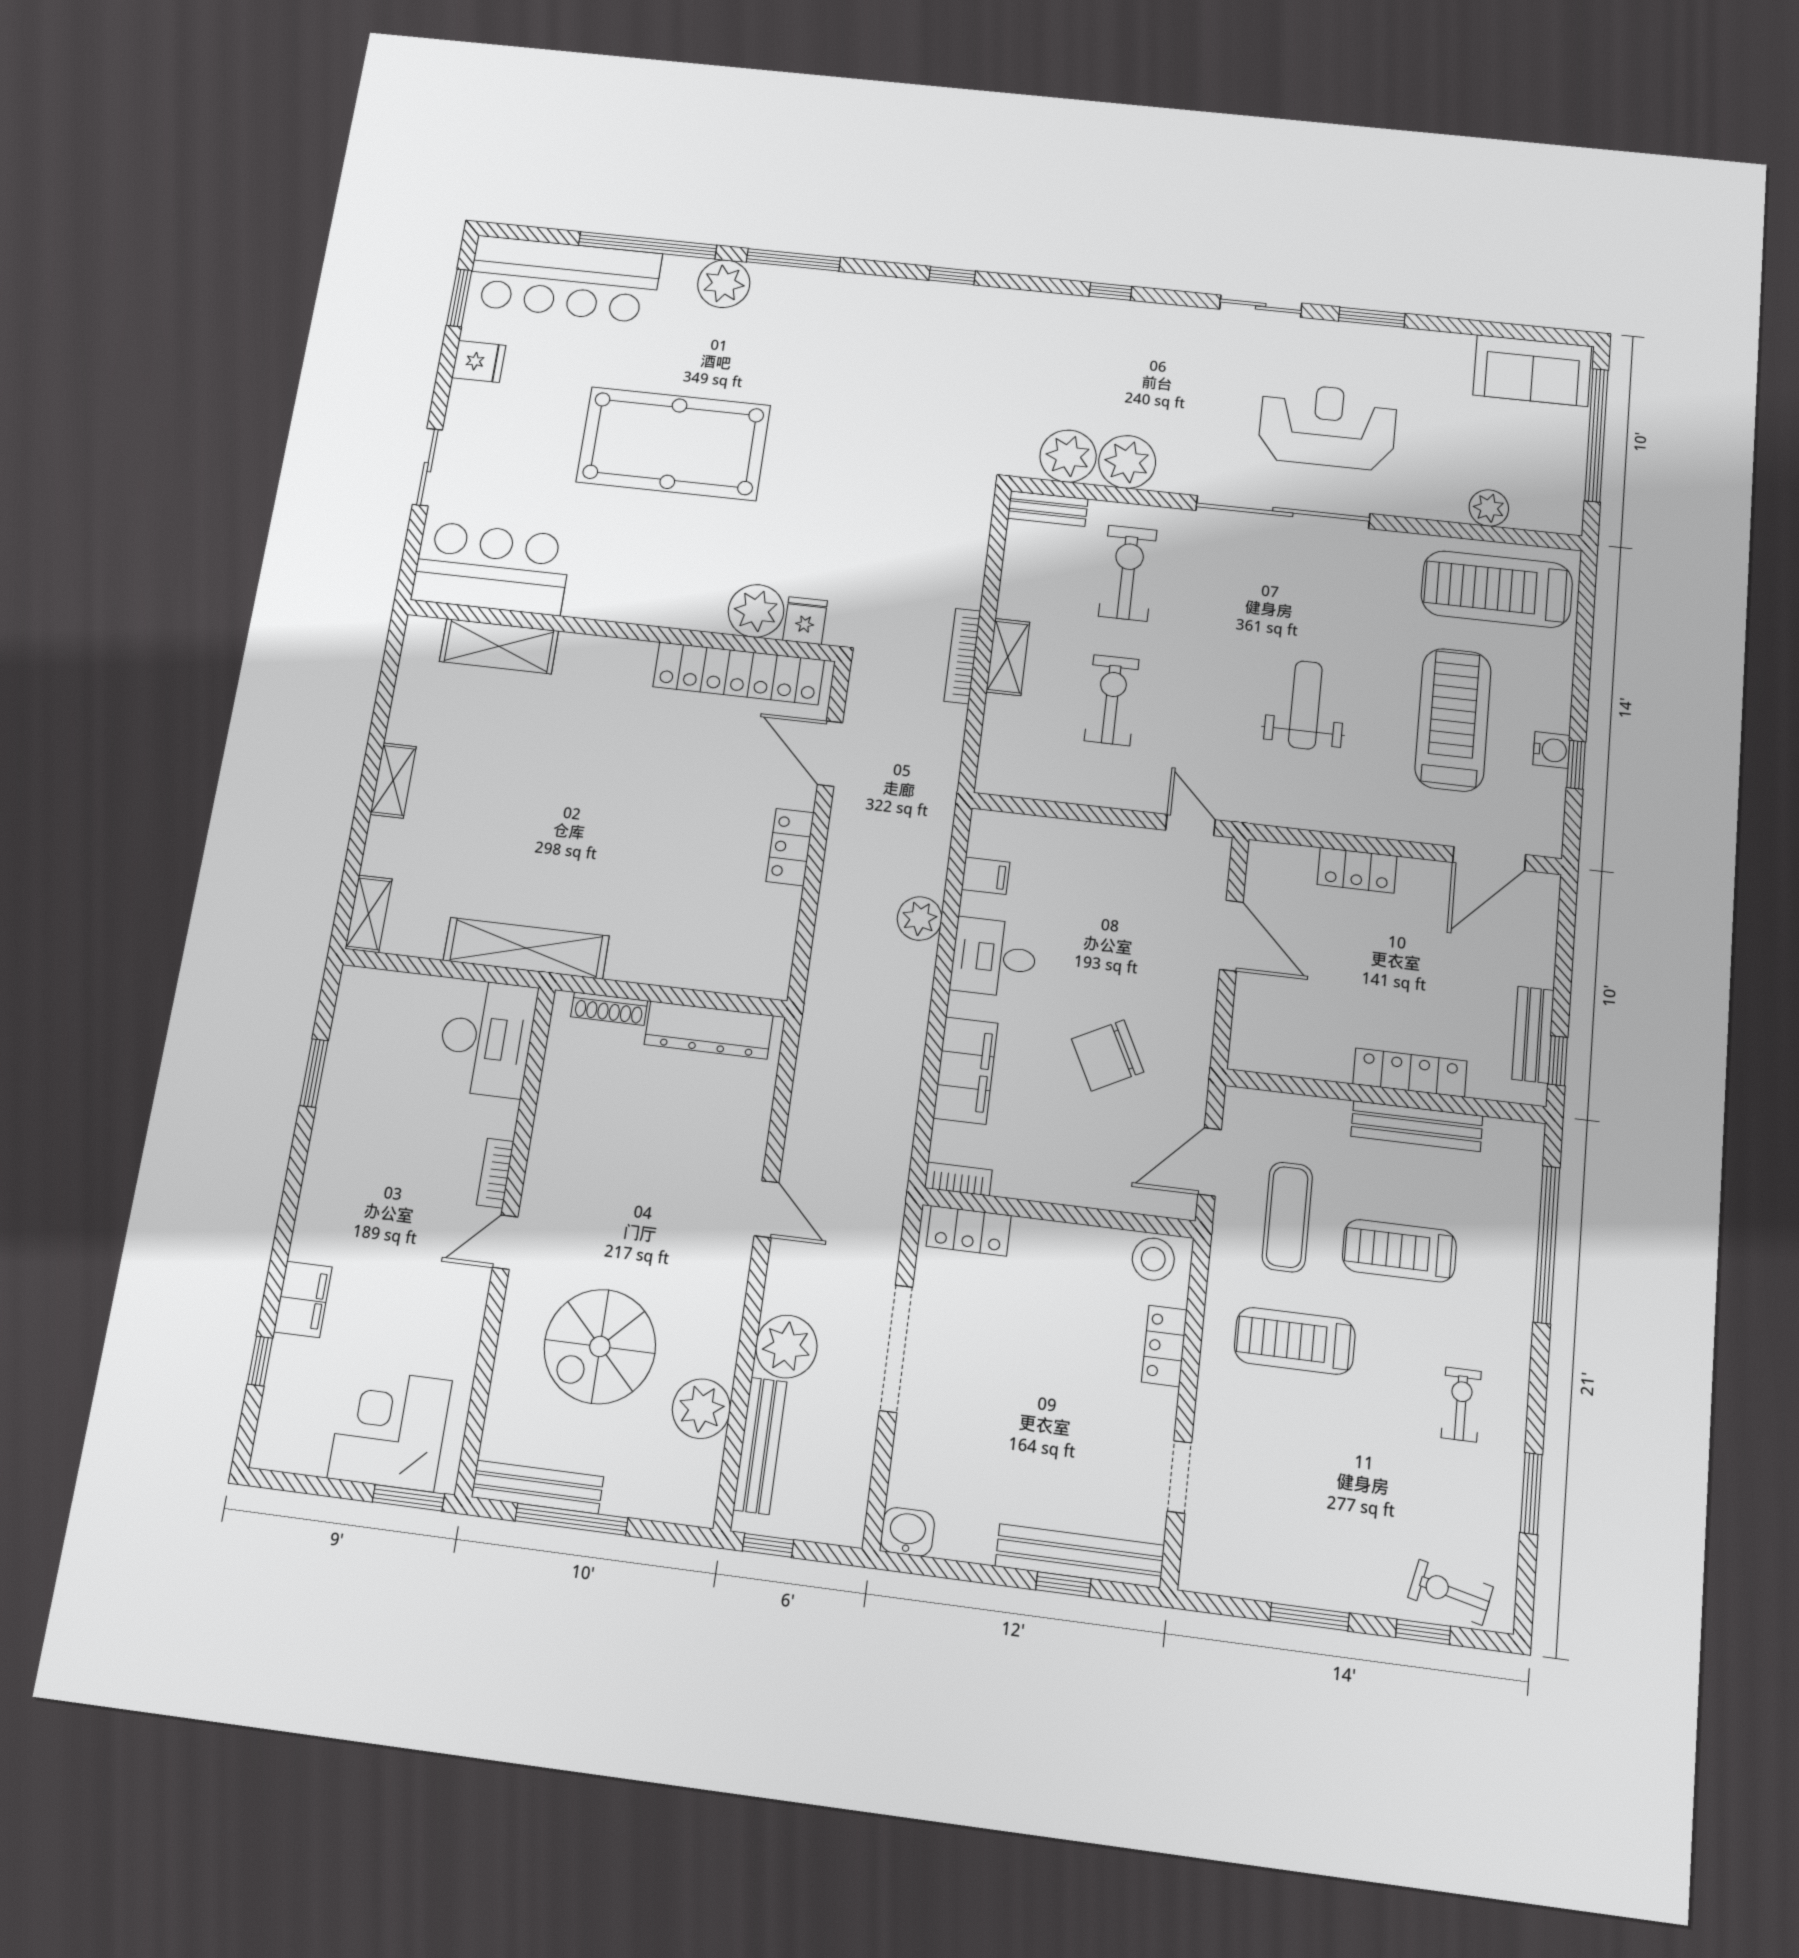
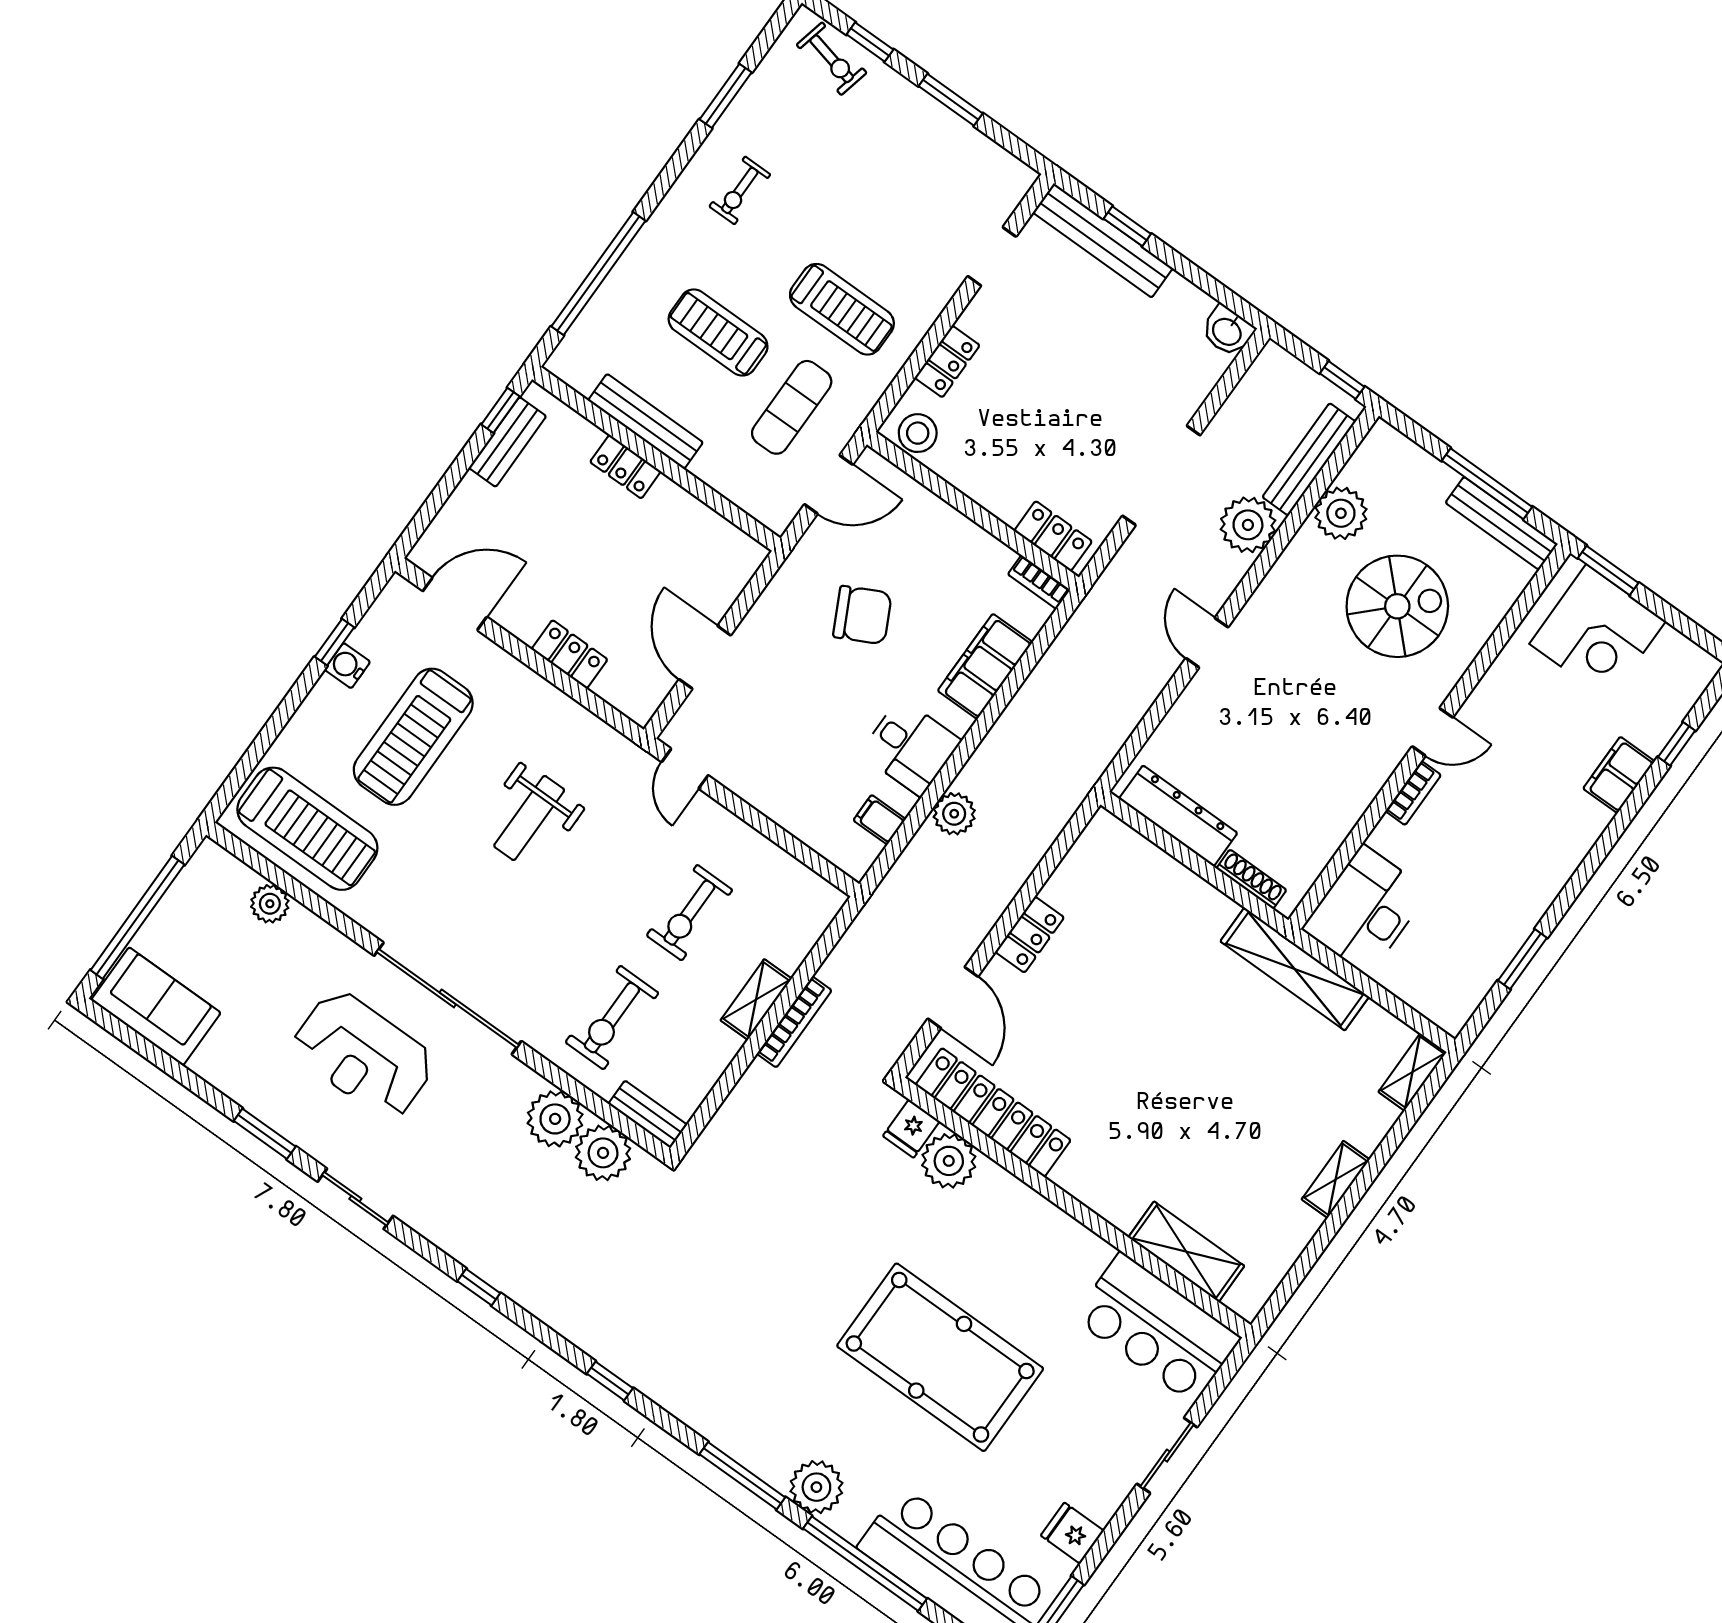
locker: (1410, 1073) -> (625, 467), width x0.66
treadmill: (1399, 1251) -> (718, 333), turned 180

